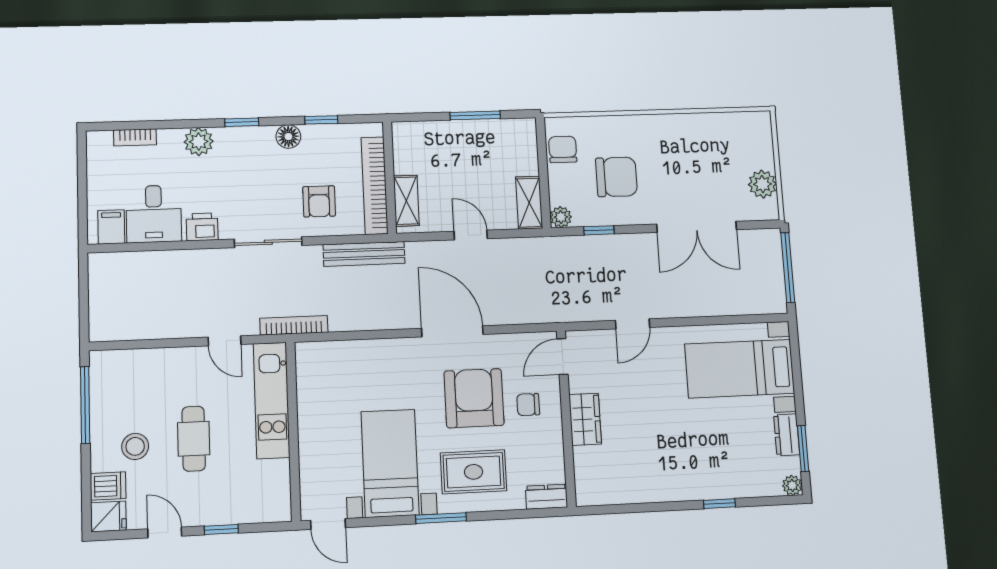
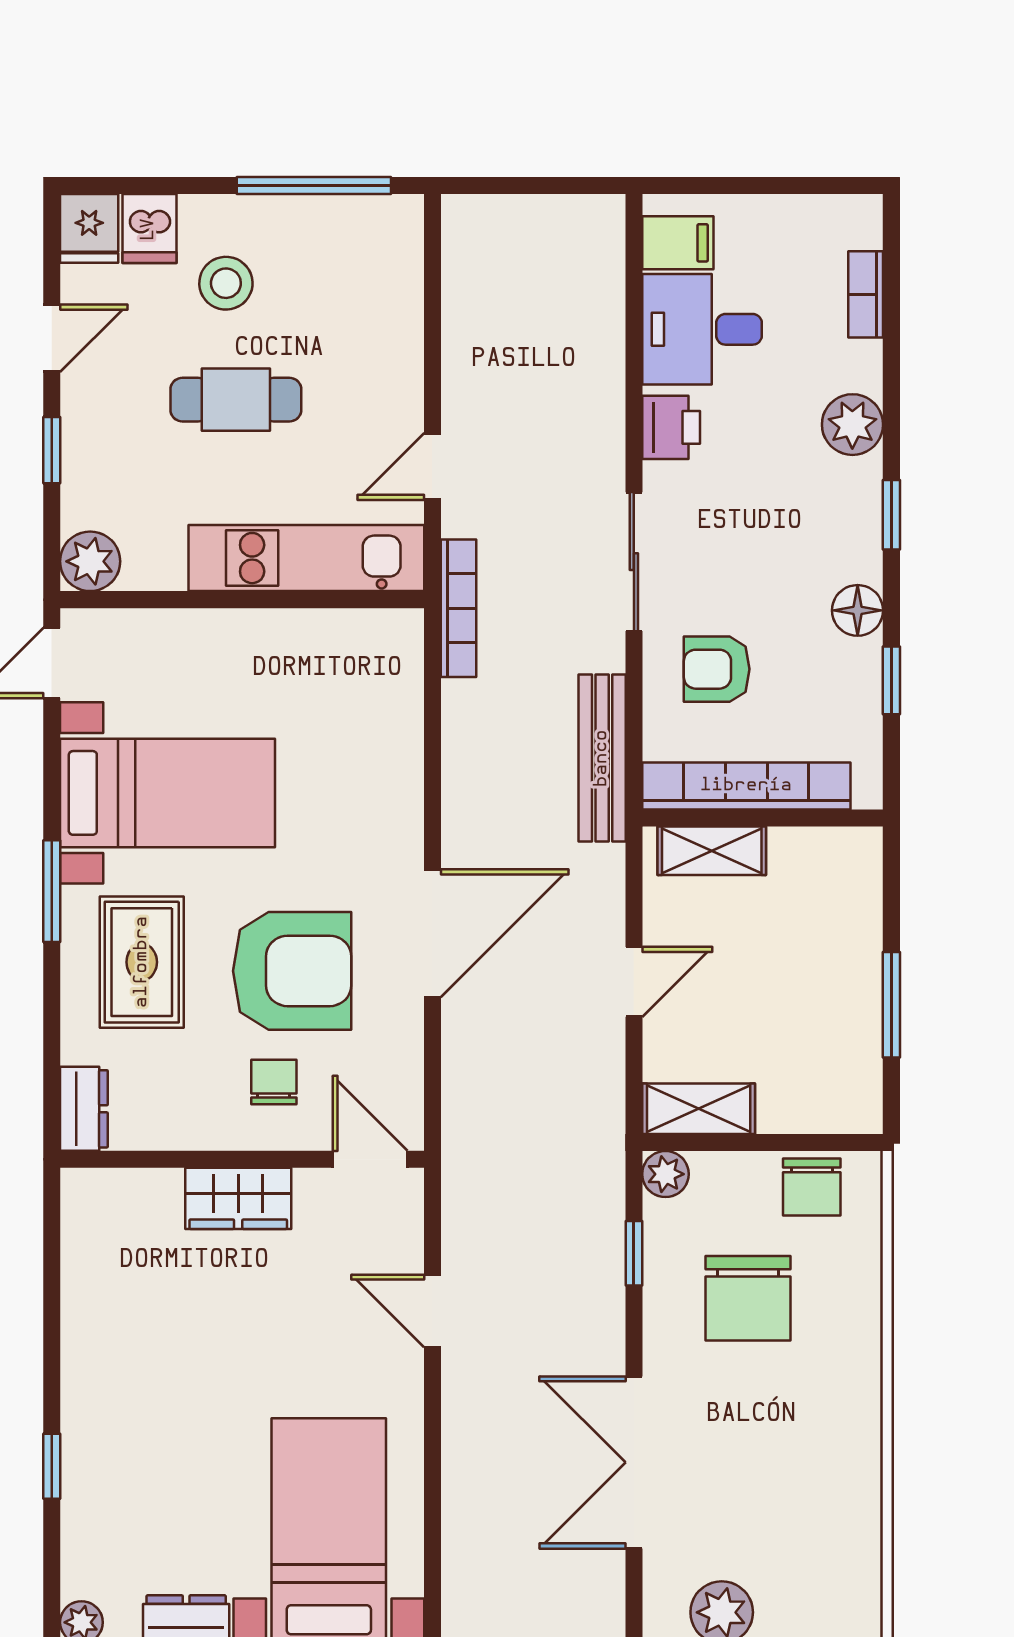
chair: (563, 149) -> (812, 1187), turned 90
plant: (277, 507) -> (90, 561), added

